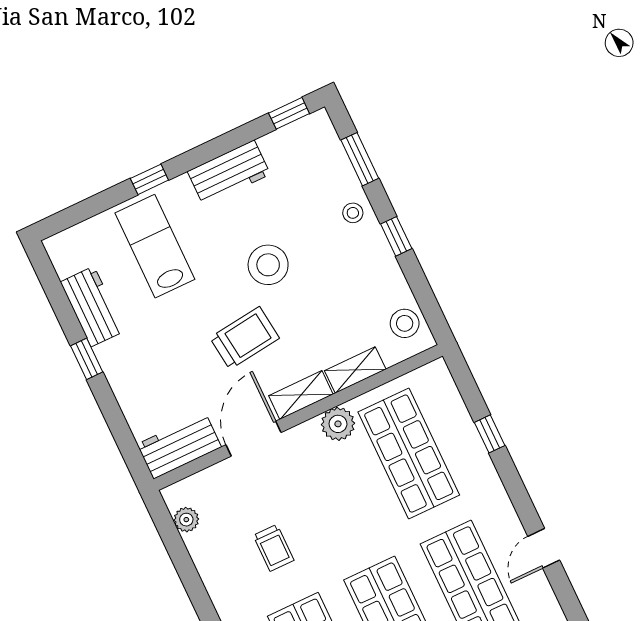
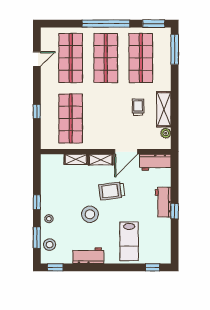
window: (149, 179) -> (153, 267), moved
workbench: (92, 307) -> (163, 202), moved
stool: (405, 323) -> (50, 245), moved
plant: (338, 424) -> (92, 142), removed
shelving: (215, 570) -> (164, 109), added

